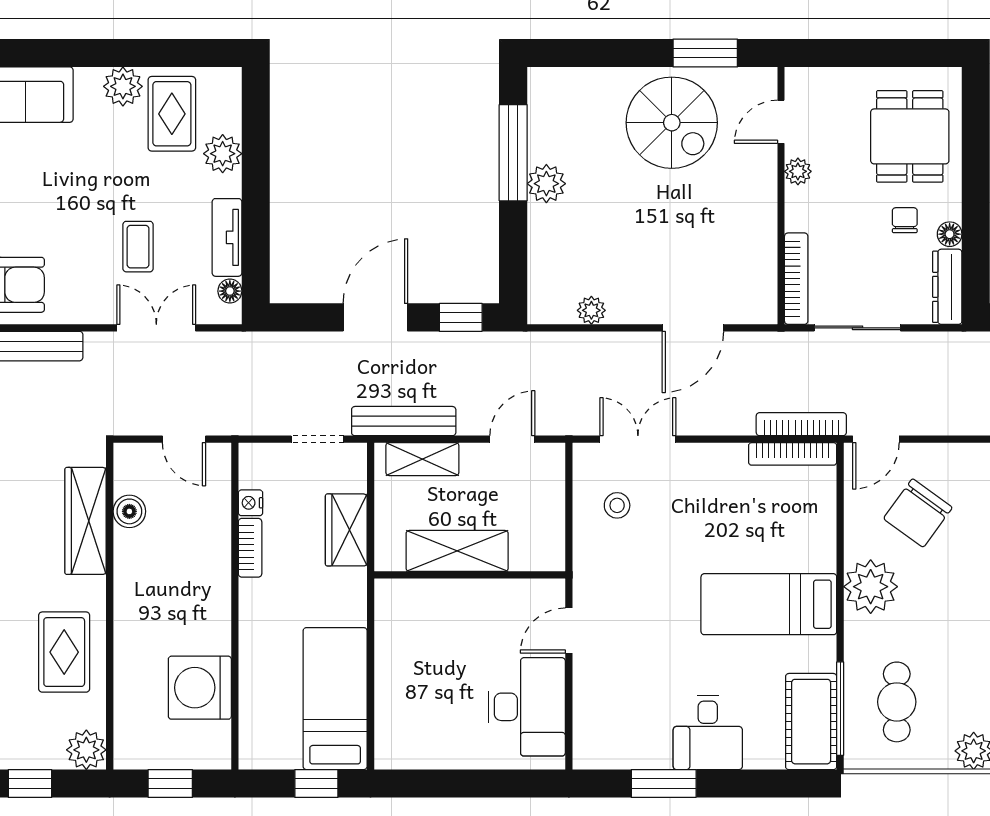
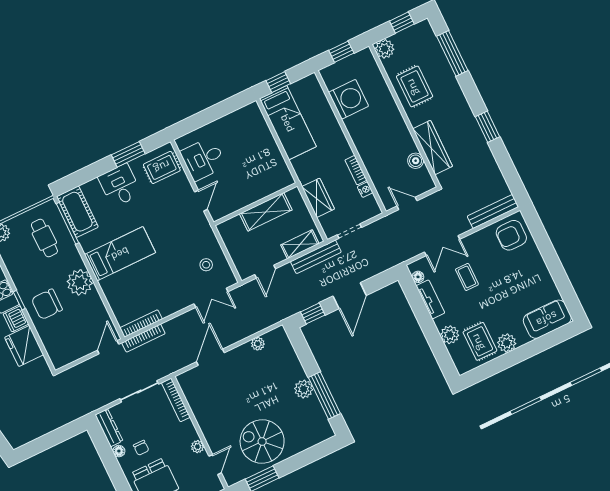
chair: (918, 513) -> (47, 304), moved, turned -126
desk: (527, 707) -> (203, 159), width x0.73
rug: (612, 728) -> (162, 167), added

